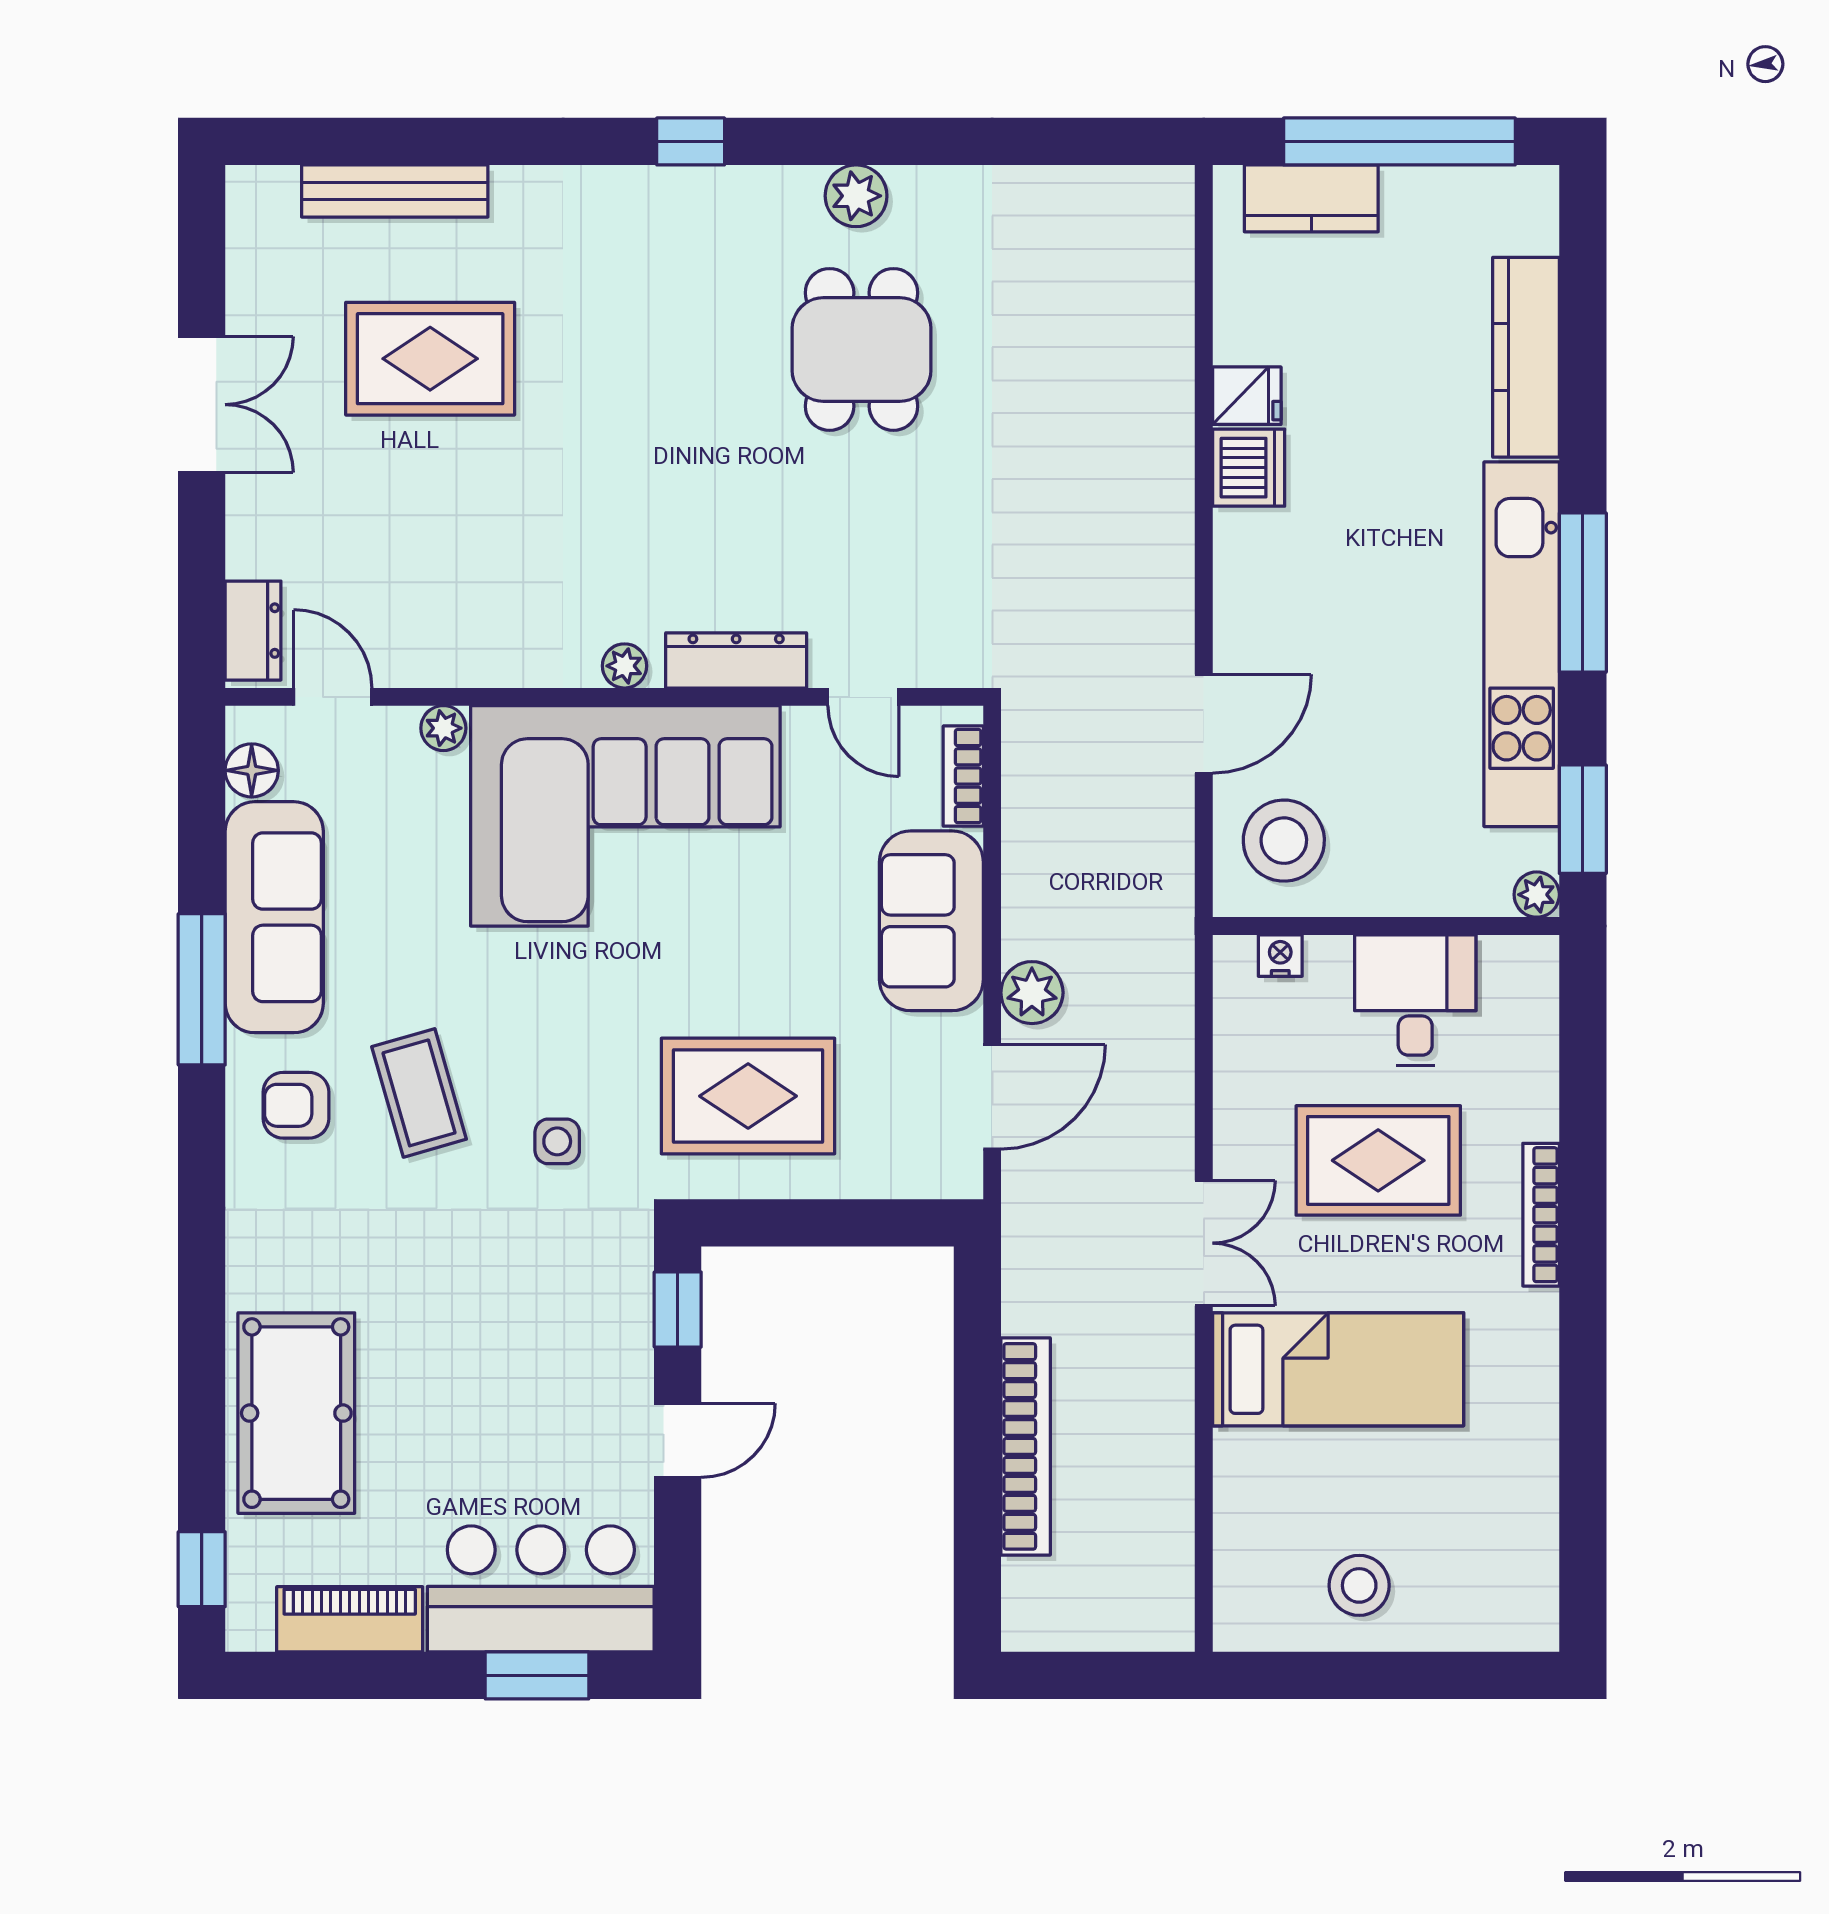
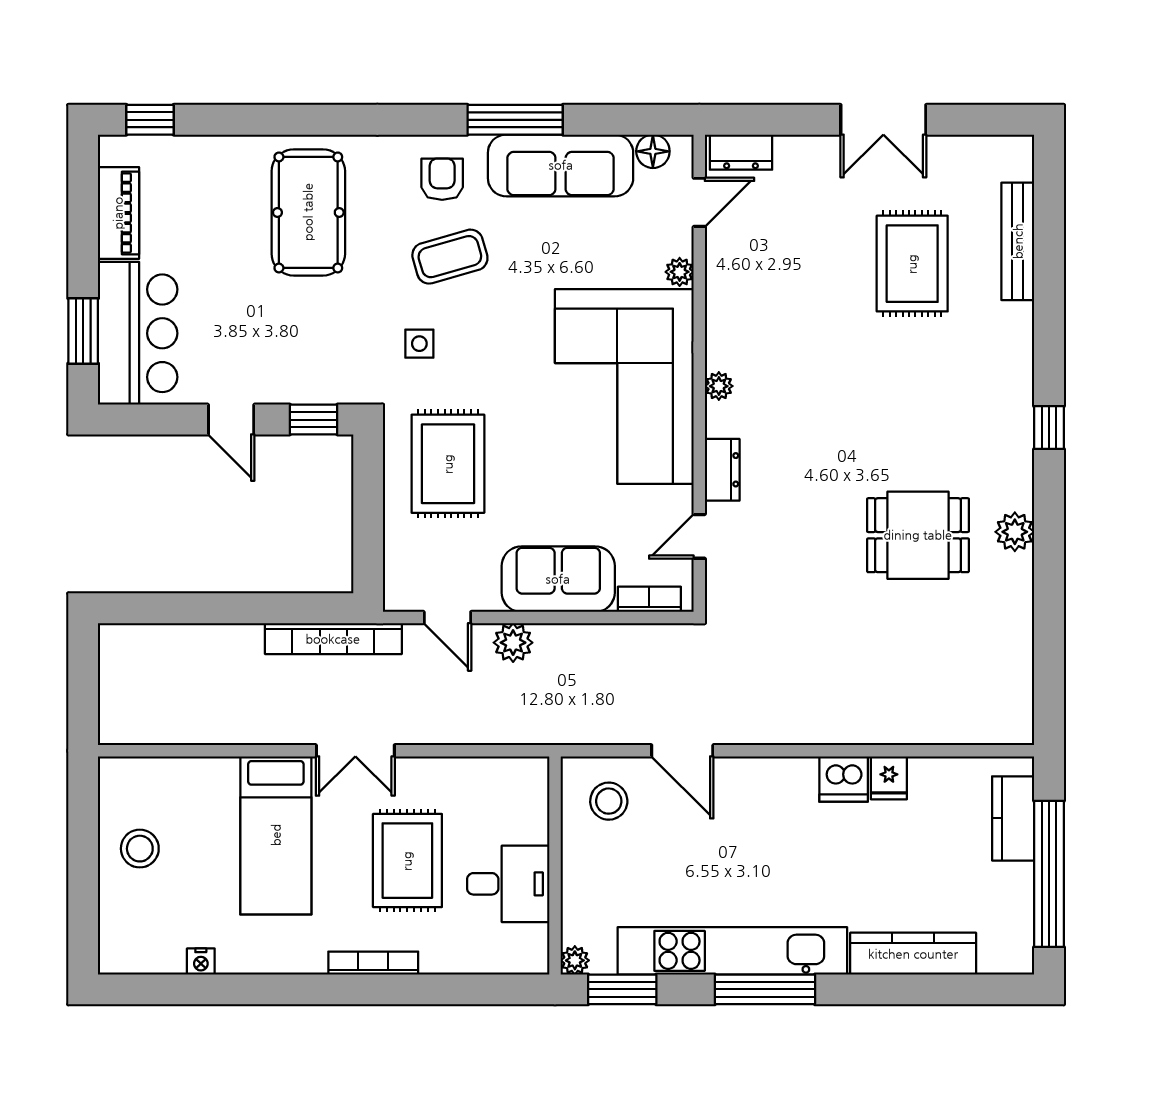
dresser: (736, 660) -> (722, 470), width x0.70
stool: (1284, 841) -> (609, 801), width x0.73, depth x0.73
nightstand: (1280, 956) -> (201, 962), moved, turned 90
door: (992, 1097) -> (447, 617), width x0.73
pool table: (296, 1413) -> (308, 212), moved, turned 90
bookcase: (1026, 1446) -> (333, 639), moved

